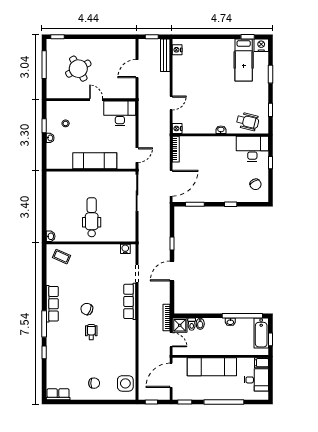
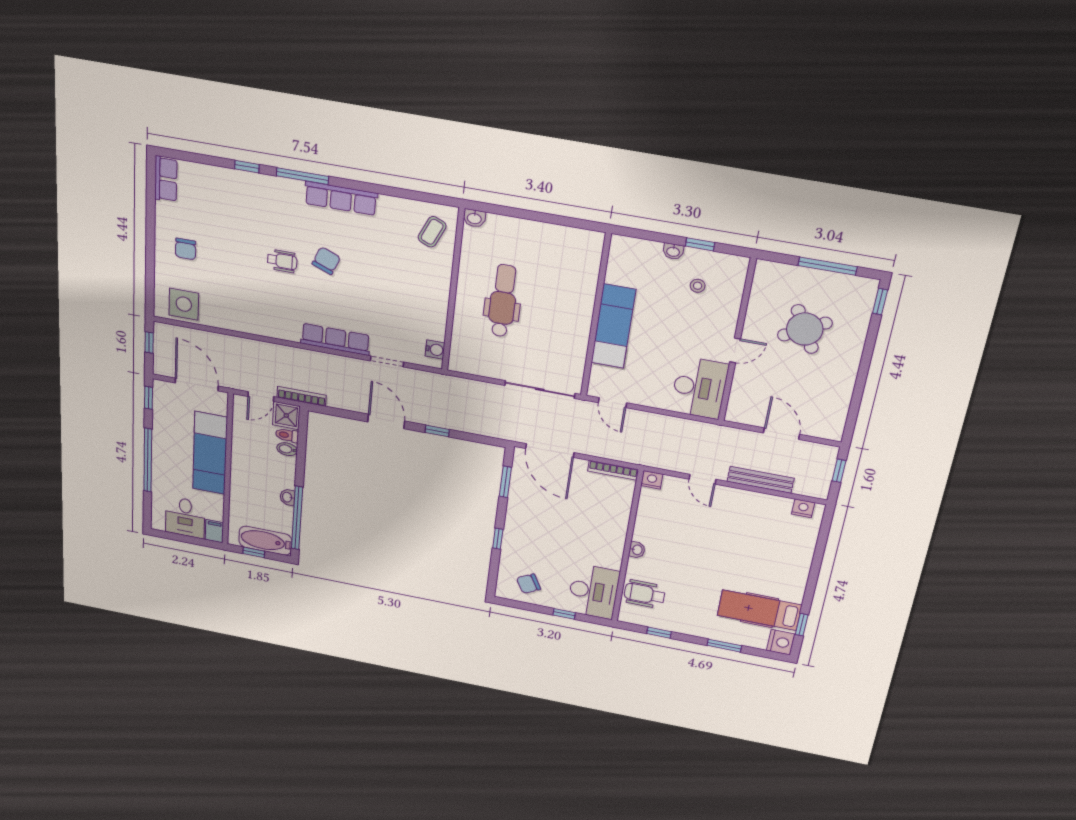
bench: (165, 55) -> (761, 480), moved
wheelchair: (248, 121) -> (645, 594), turned 76
dental chair: (92, 217) -> (503, 301), turned -90

